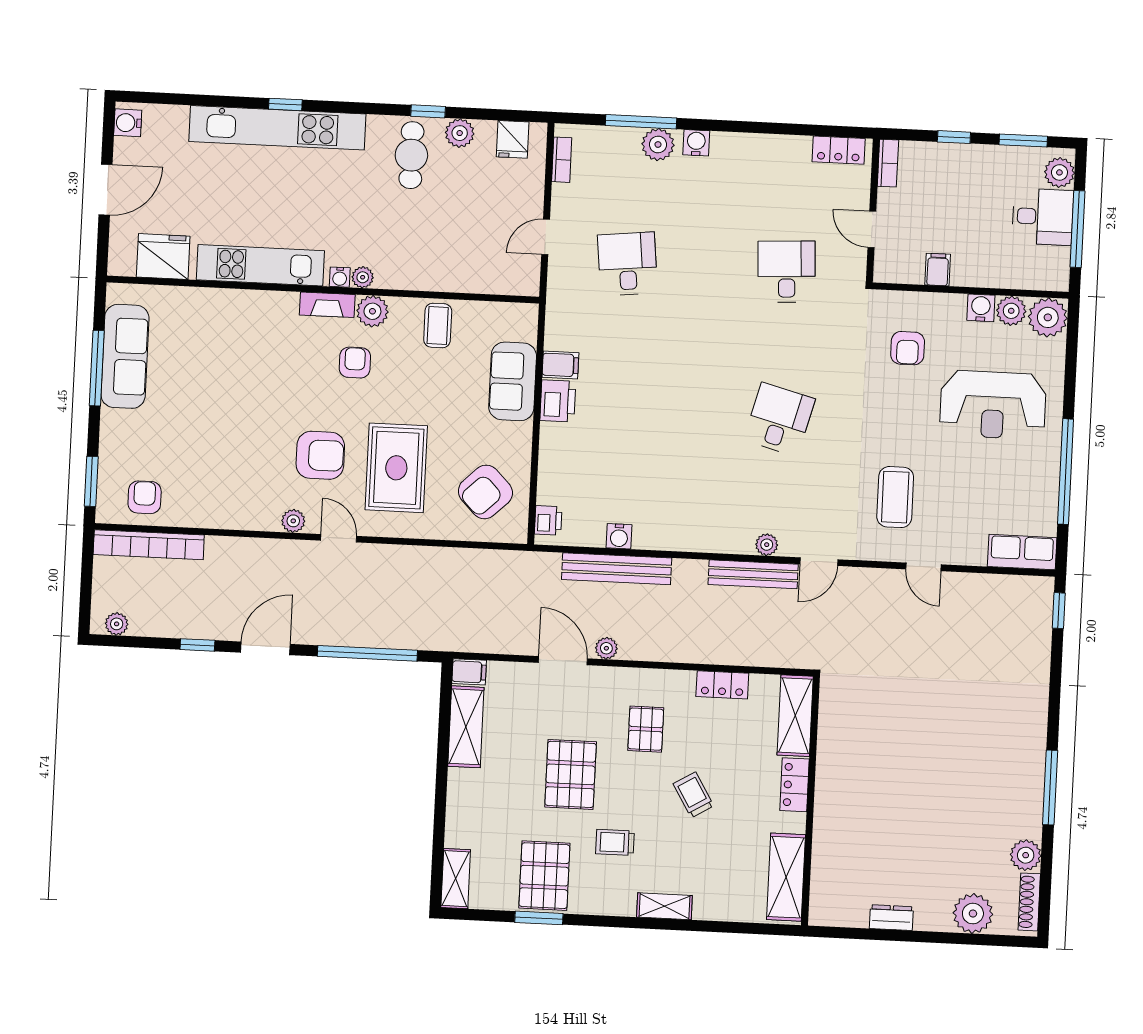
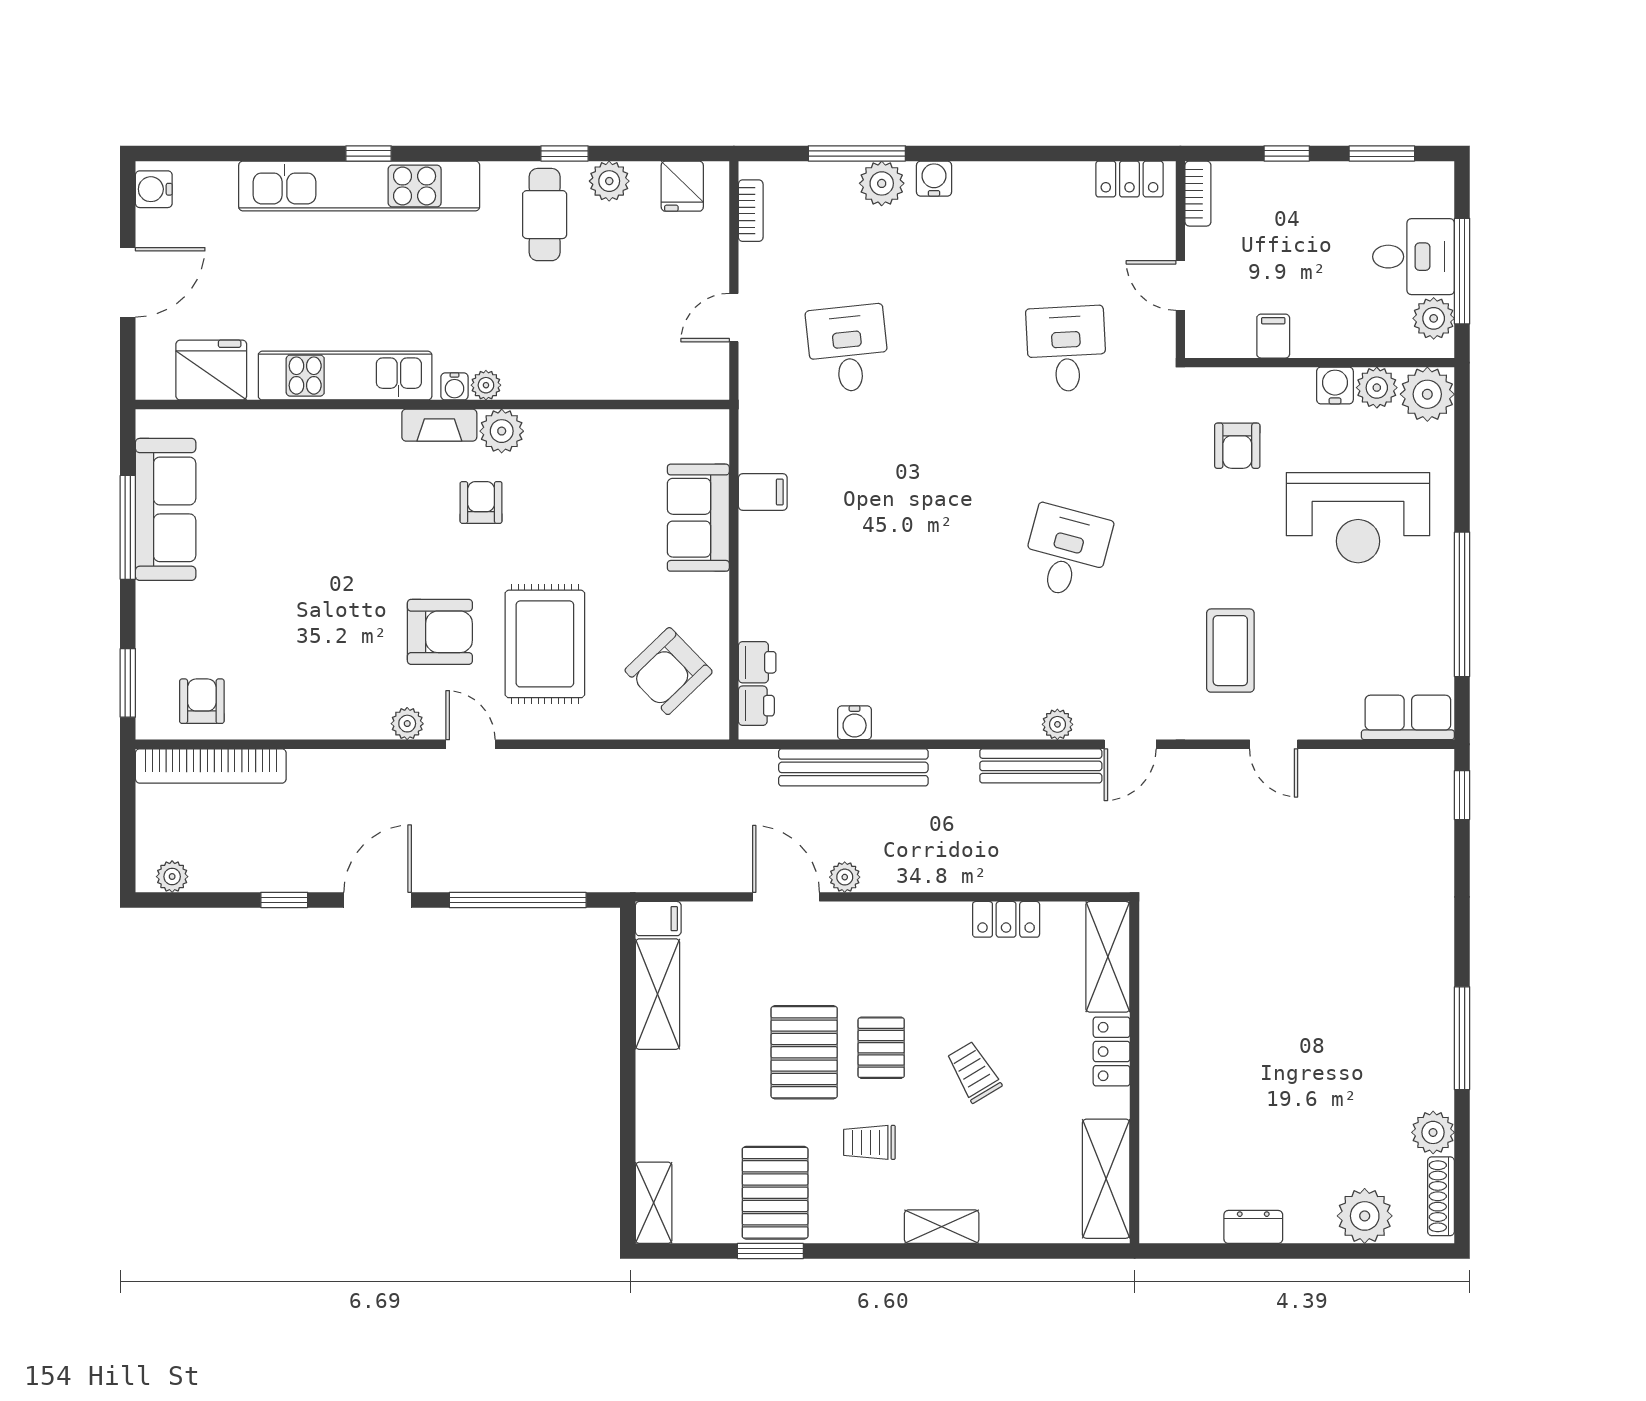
plant: (1059, 172) -> (1434, 318), moved
coffee table: (438, 325) -> (592, 446), removed
printer: (558, 401) -> (757, 662), moved, width x0.73, depth x0.81
pallet: (646, 729) -> (881, 1048), moved

